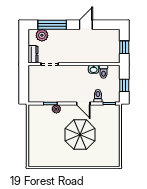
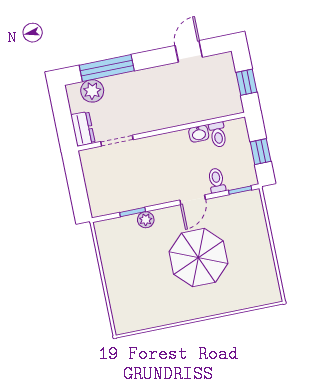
door: (86, 25) -> (189, 51), moved
door: (83, 103) -> (193, 200), hinge flipped

